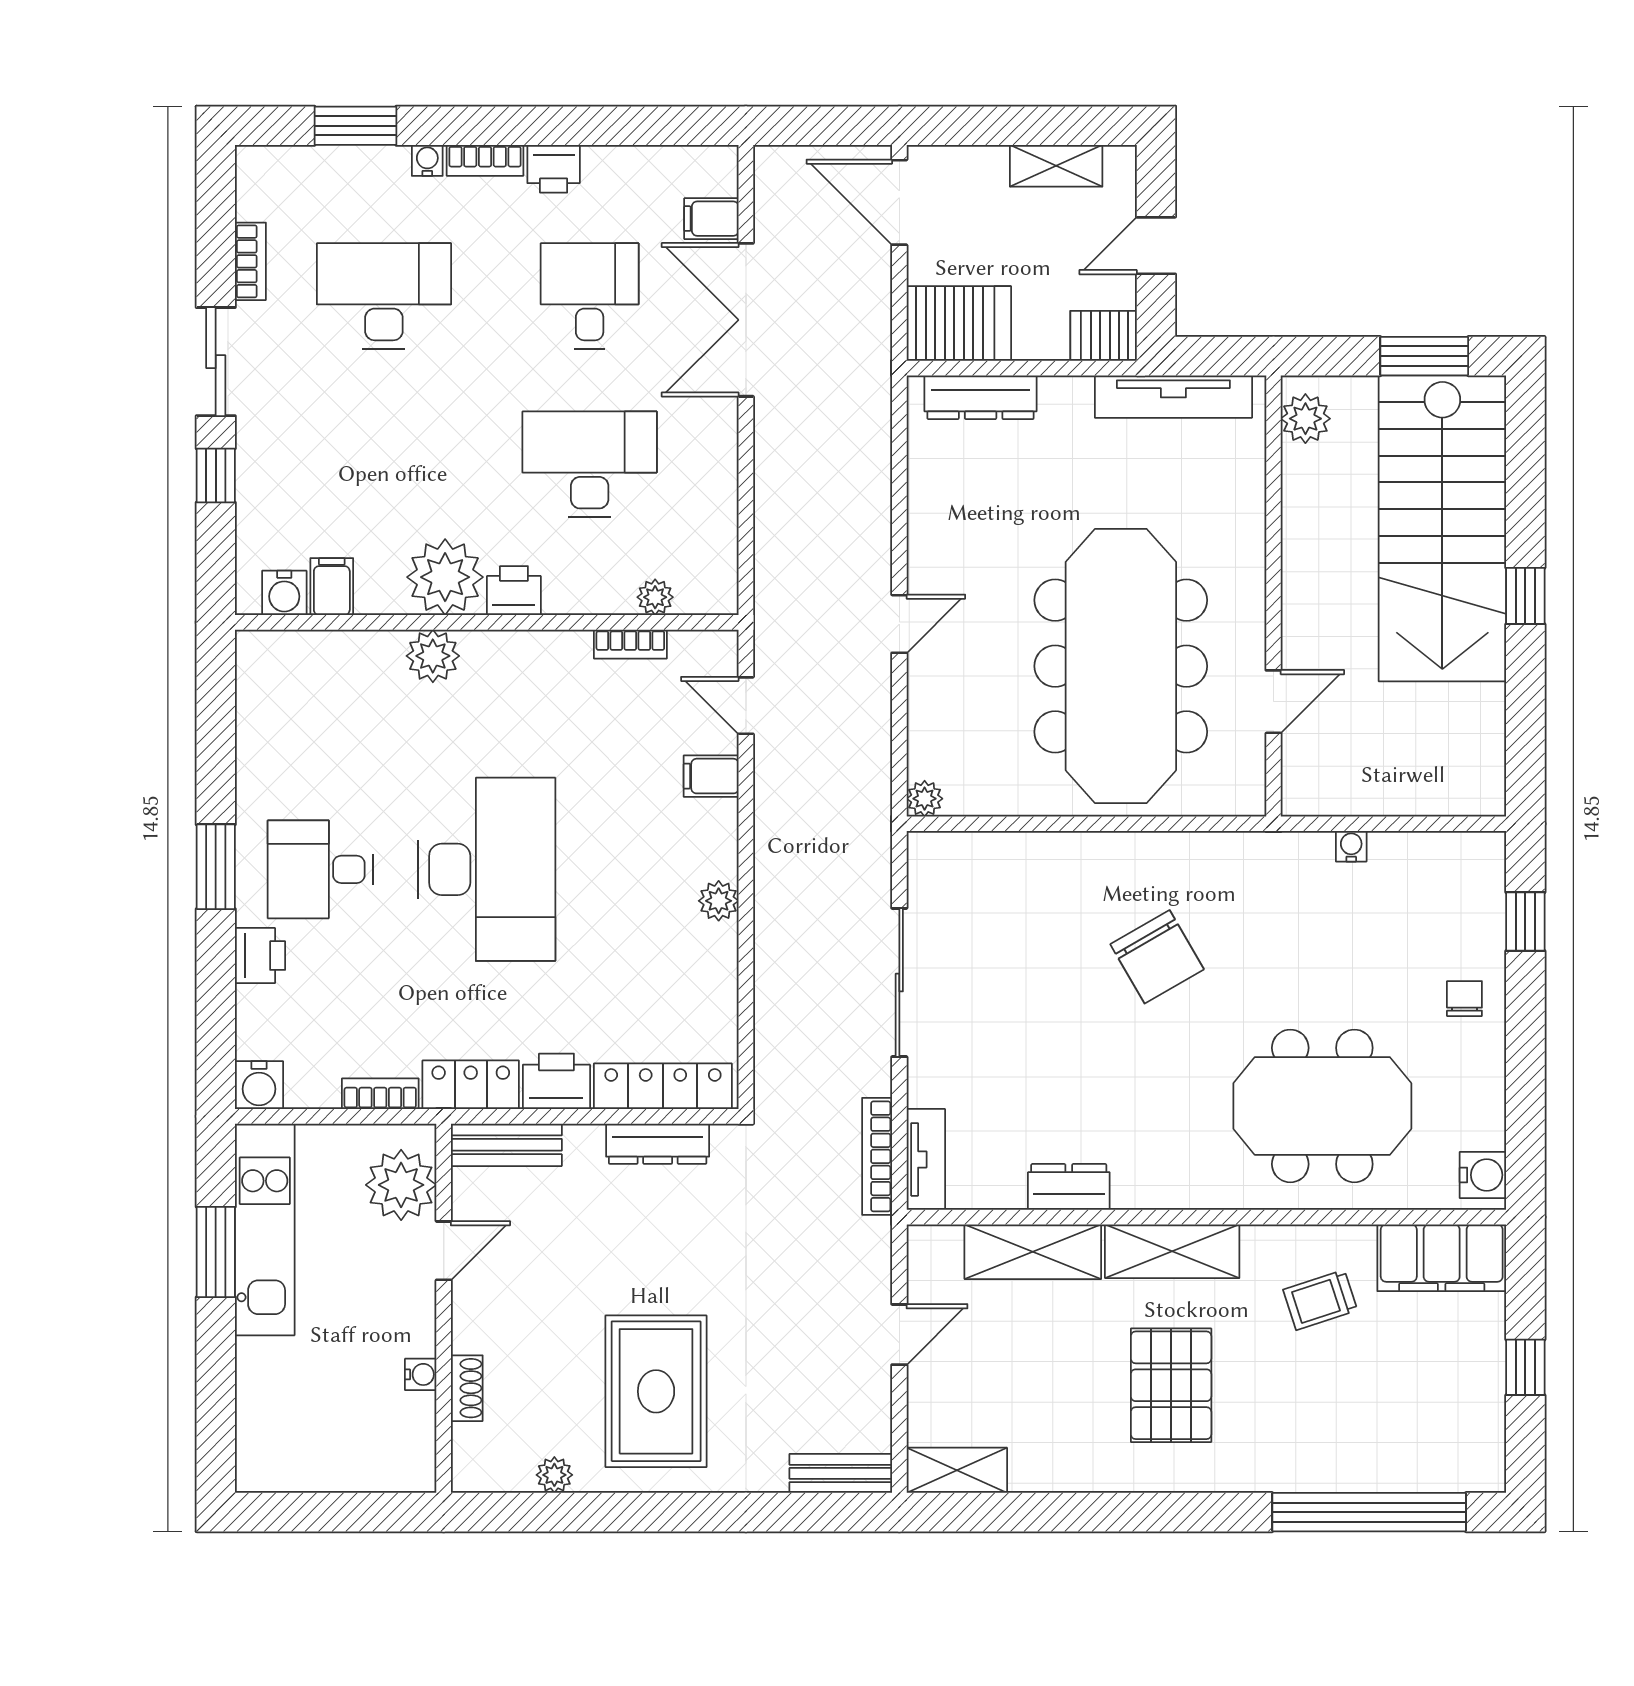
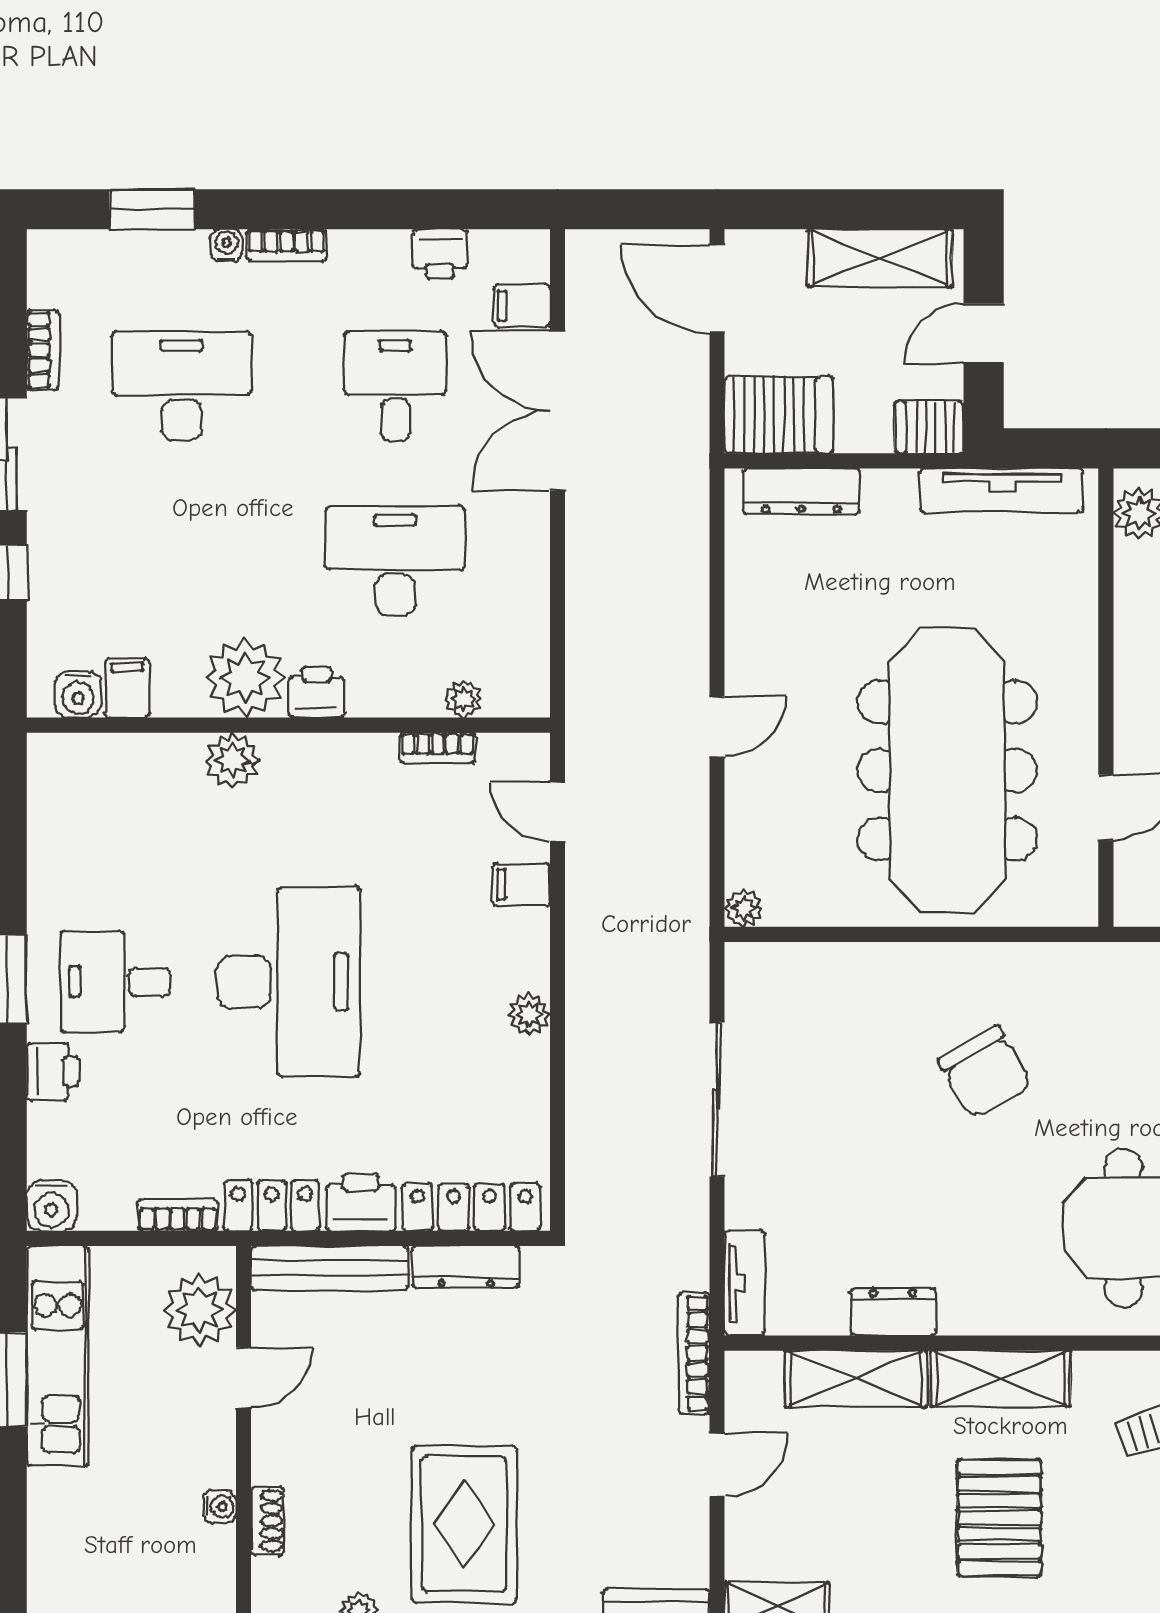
shelving: (1056, 166) -> (880, 258), width x1.50, depth x1.33
printer: (554, 169) -> (440, 254), moved
bench: (506, 1145) -> (330, 1268), width x1.36
bookcase: (877, 1156) -> (694, 1353), moved

